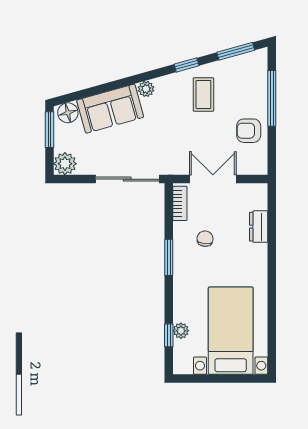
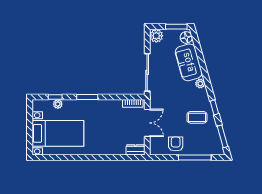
dresser: (259, 227) -> (135, 150), moved
chair: (205, 239) -> (112, 118), removed
window: (169, 257) -> (87, 97), moved

